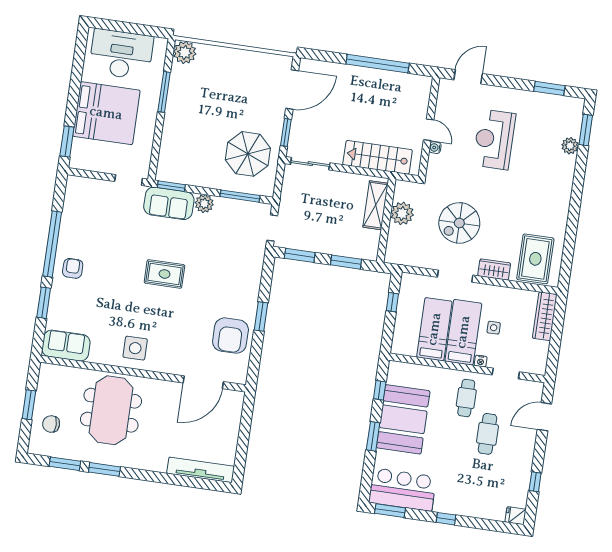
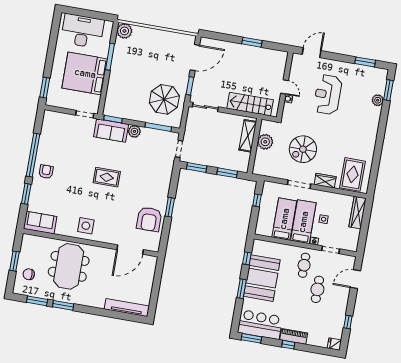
window: (378, 64) -> (252, 42), width x0.47
bed: (106, 113) -> (85, 73), moved, turned 180
piano: (454, 506) -> (294, 336), added

